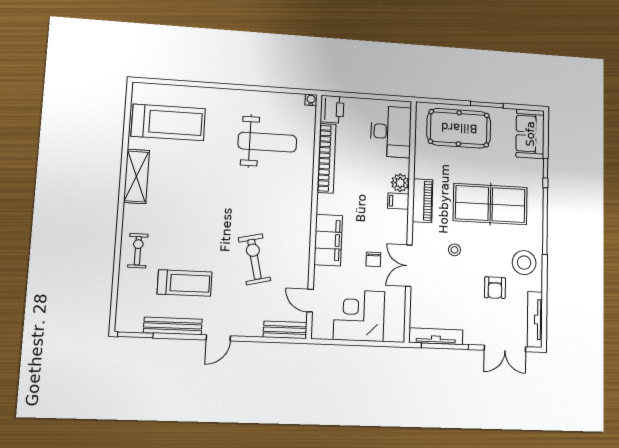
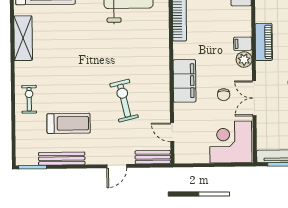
plant: (400, 183) -> (244, 59), moved
corner desk: (359, 316) -> (231, 142), moved
door: (218, 338) -> (117, 166), moved

